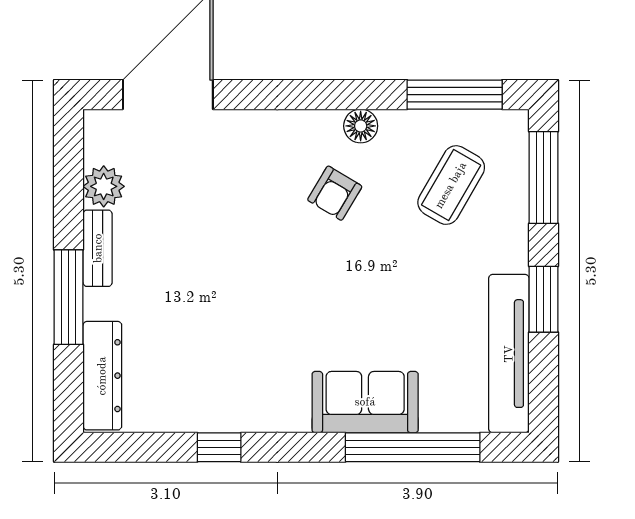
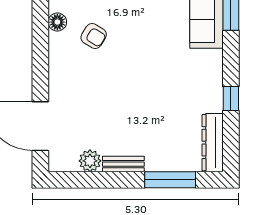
window: (69, 297) -> (170, 180), moved
dresser: (102, 376) -> (213, 143), moved, turned -90

